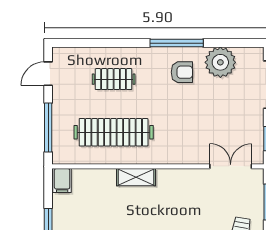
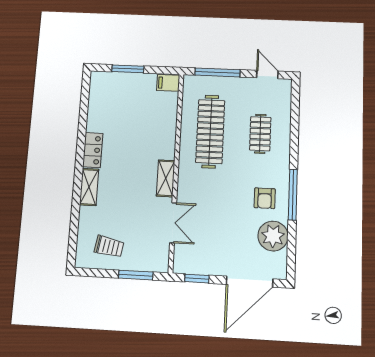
double door: (231, 166) -> (173, 223), moved
shelving: (136, 177) -> (166, 178), moved

